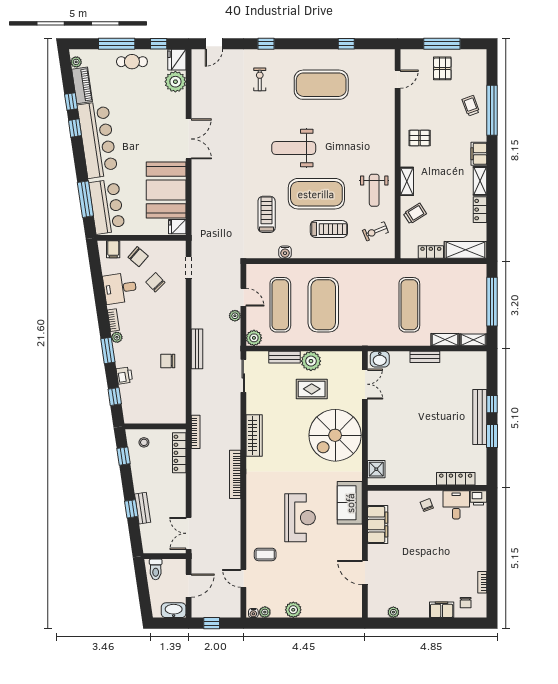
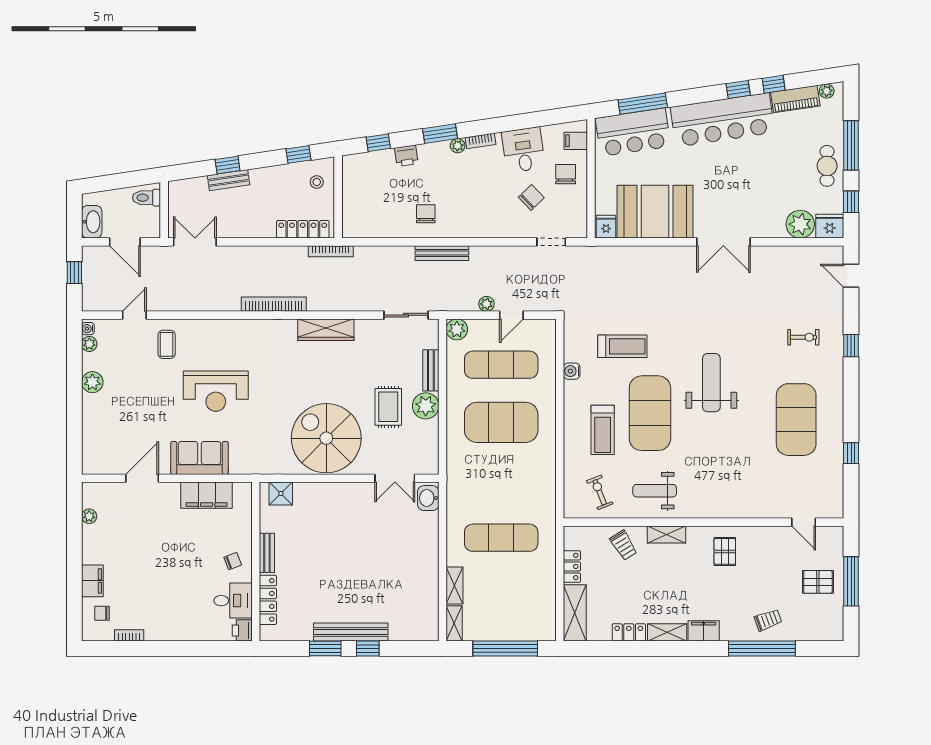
chair: (138, 257) -> (566, 174), turned 139
bench: (425, 357) -> (267, 553), moved
sofa: (350, 503) -> (200, 458), moved

